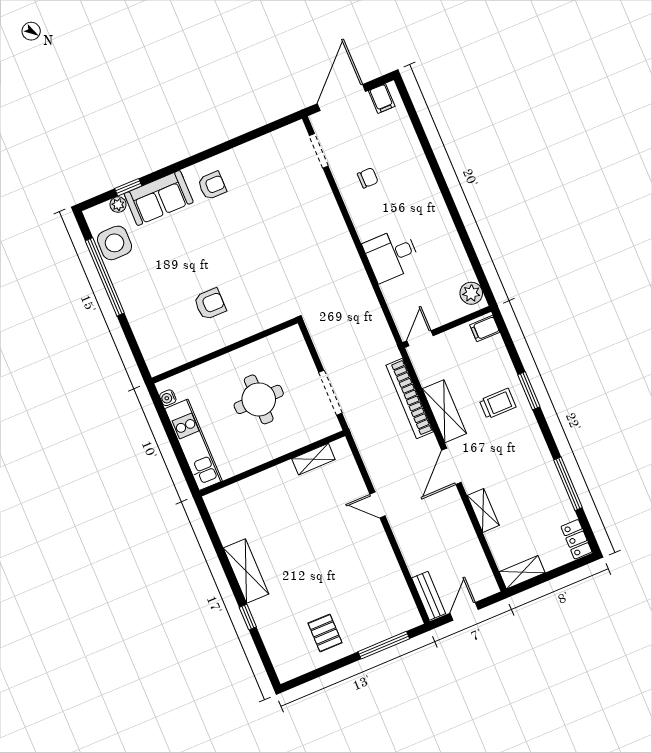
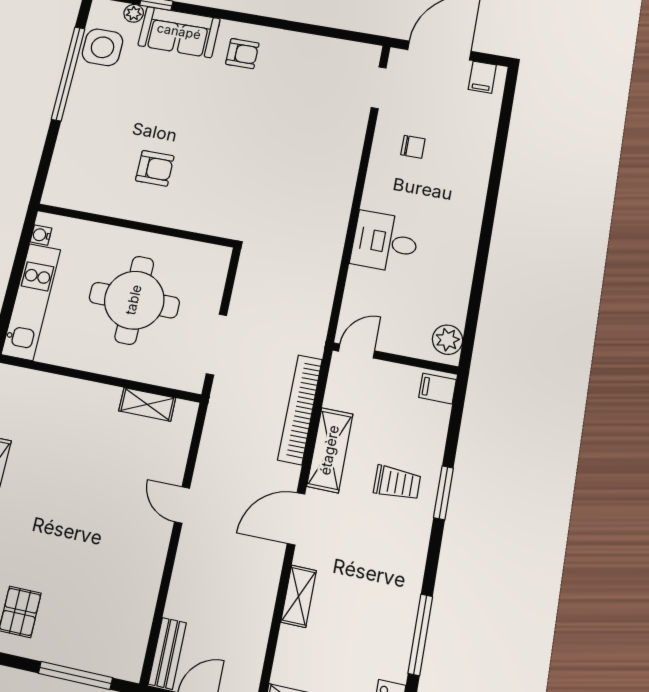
round table: (259, 399) -> (134, 300), width x1.36, depth x1.36

